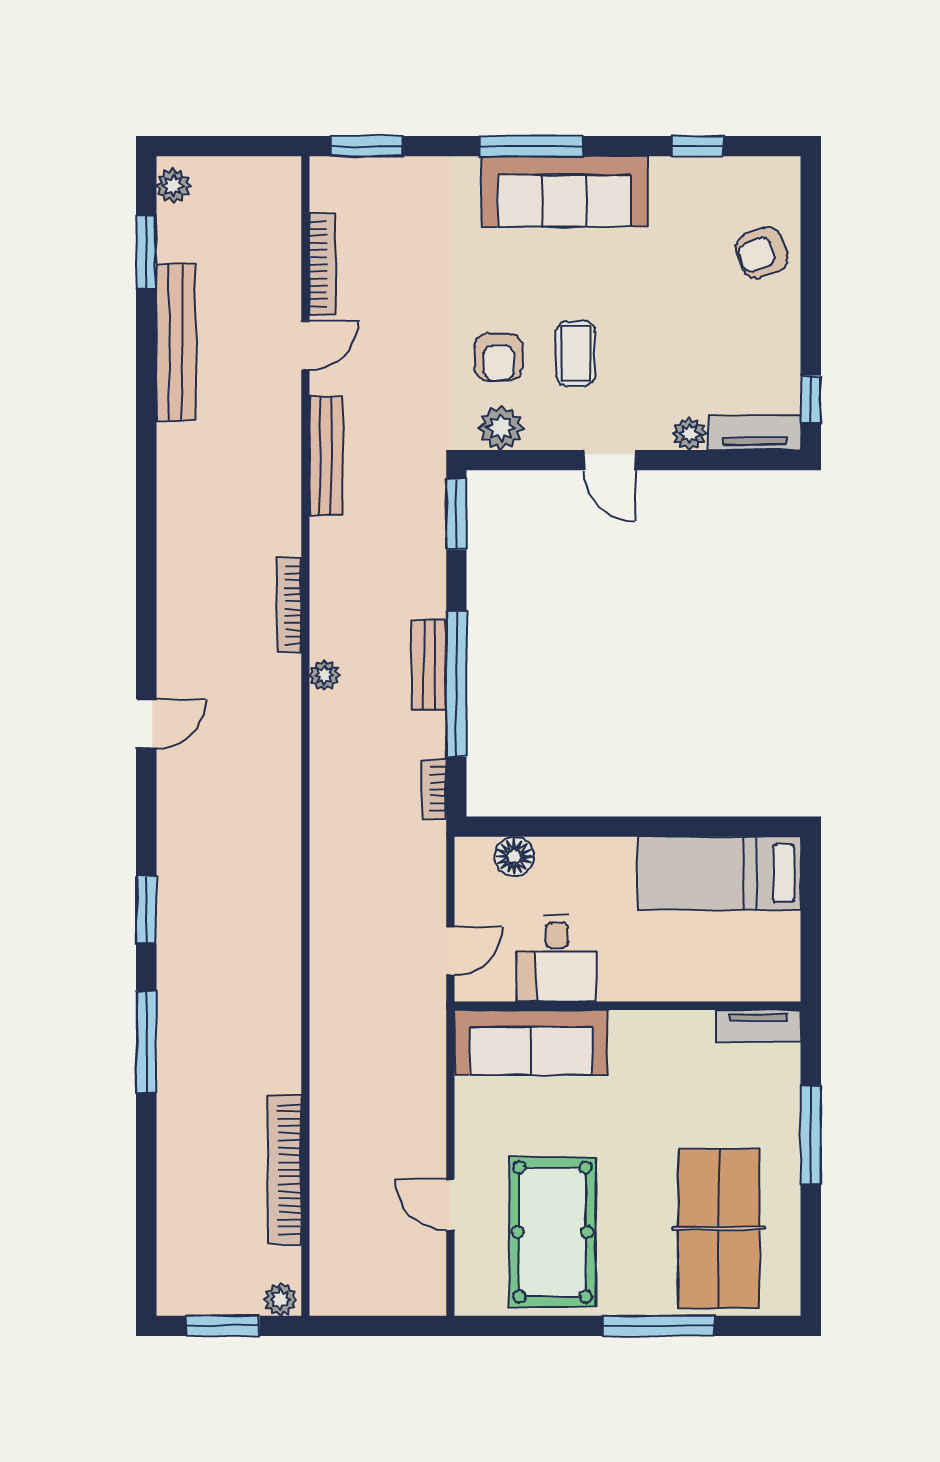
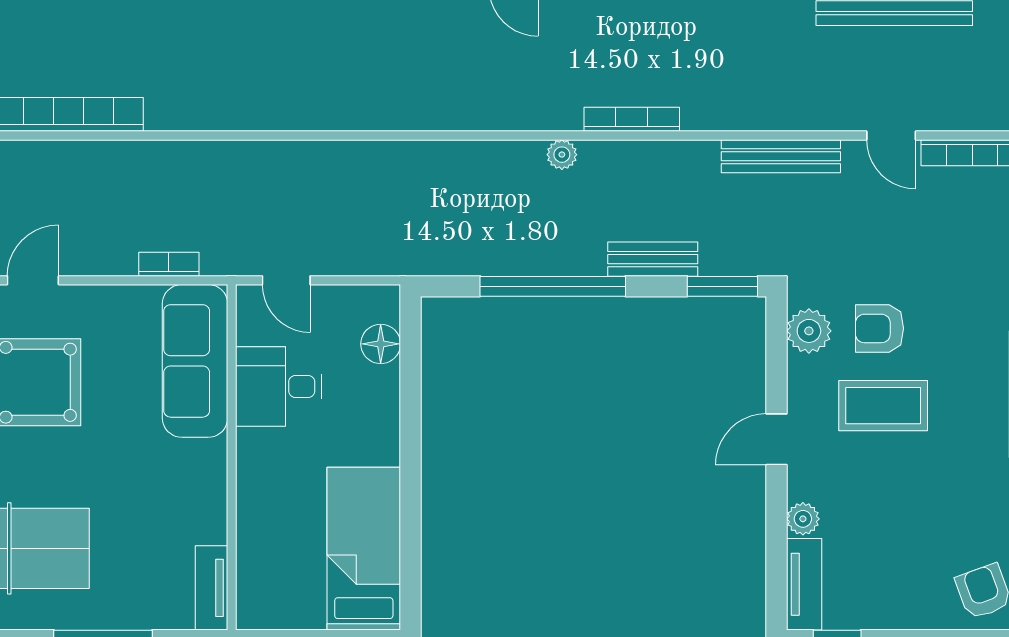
coffee table: (576, 353) -> (883, 406), width x1.36, depth x1.30
bench: (429, 665) -> (653, 259), moved
bookcase: (434, 789) -> (169, 264), moved

